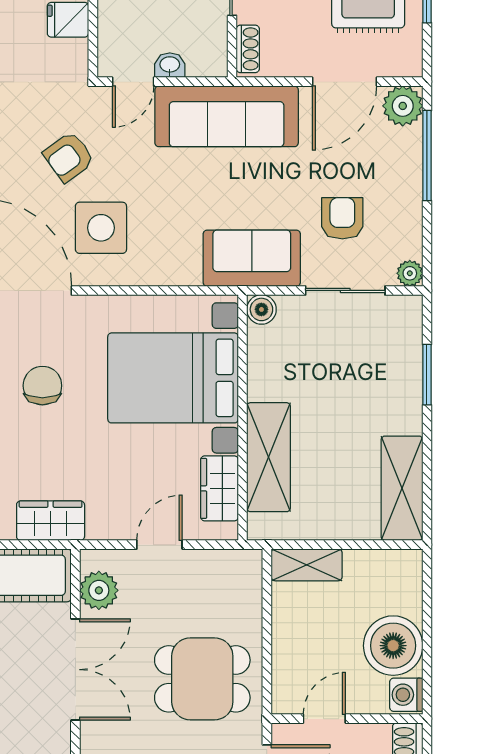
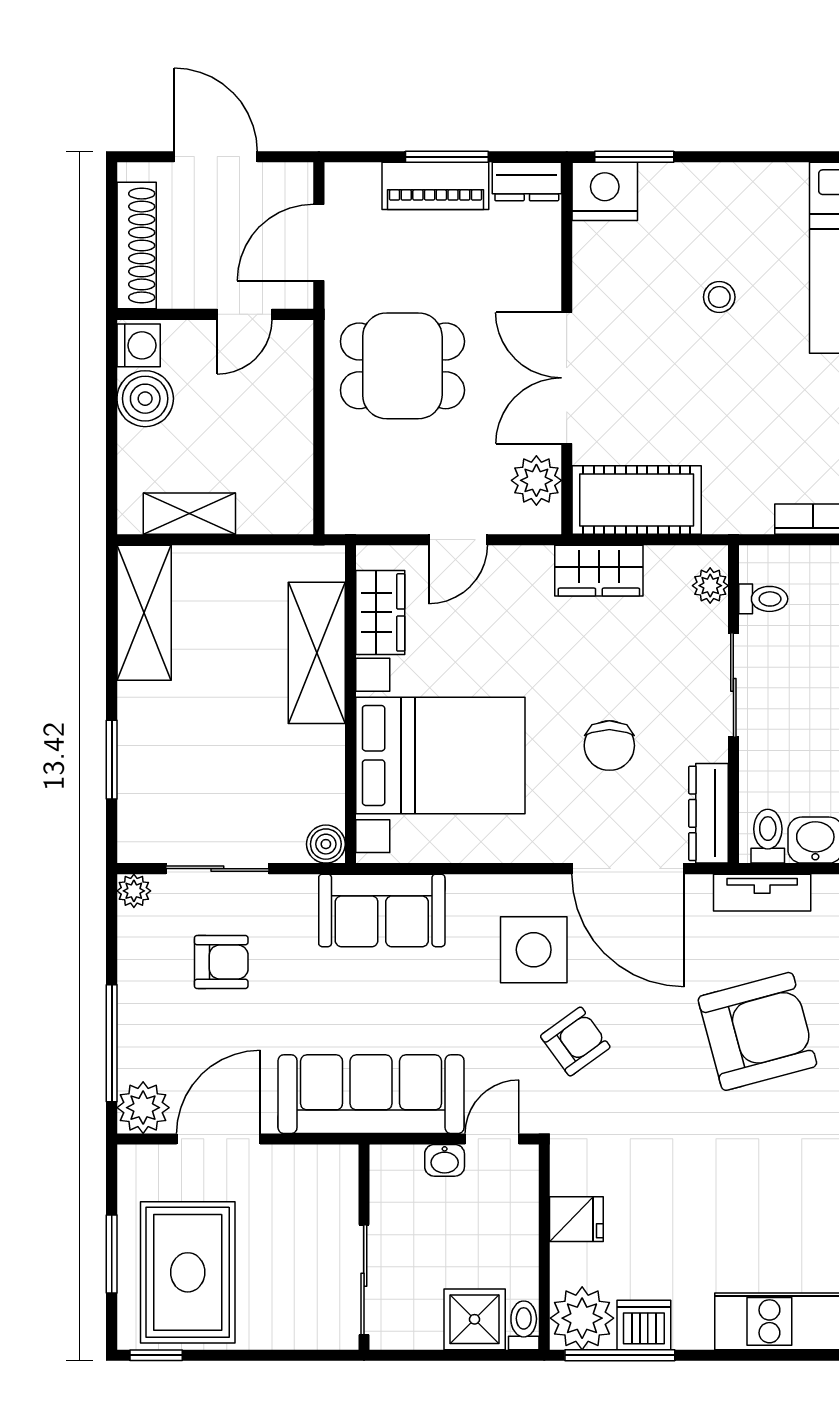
shoe rack: (248, 49) -> (344, 1181), removed
armchair: (342, 218) -> (221, 962), turned -90
sofa: (252, 258) -> (382, 910), moved
shelving: (307, 565) -> (189, 514), moved
boiler: (393, 646) -> (145, 399), width x0.73, depth x0.73

